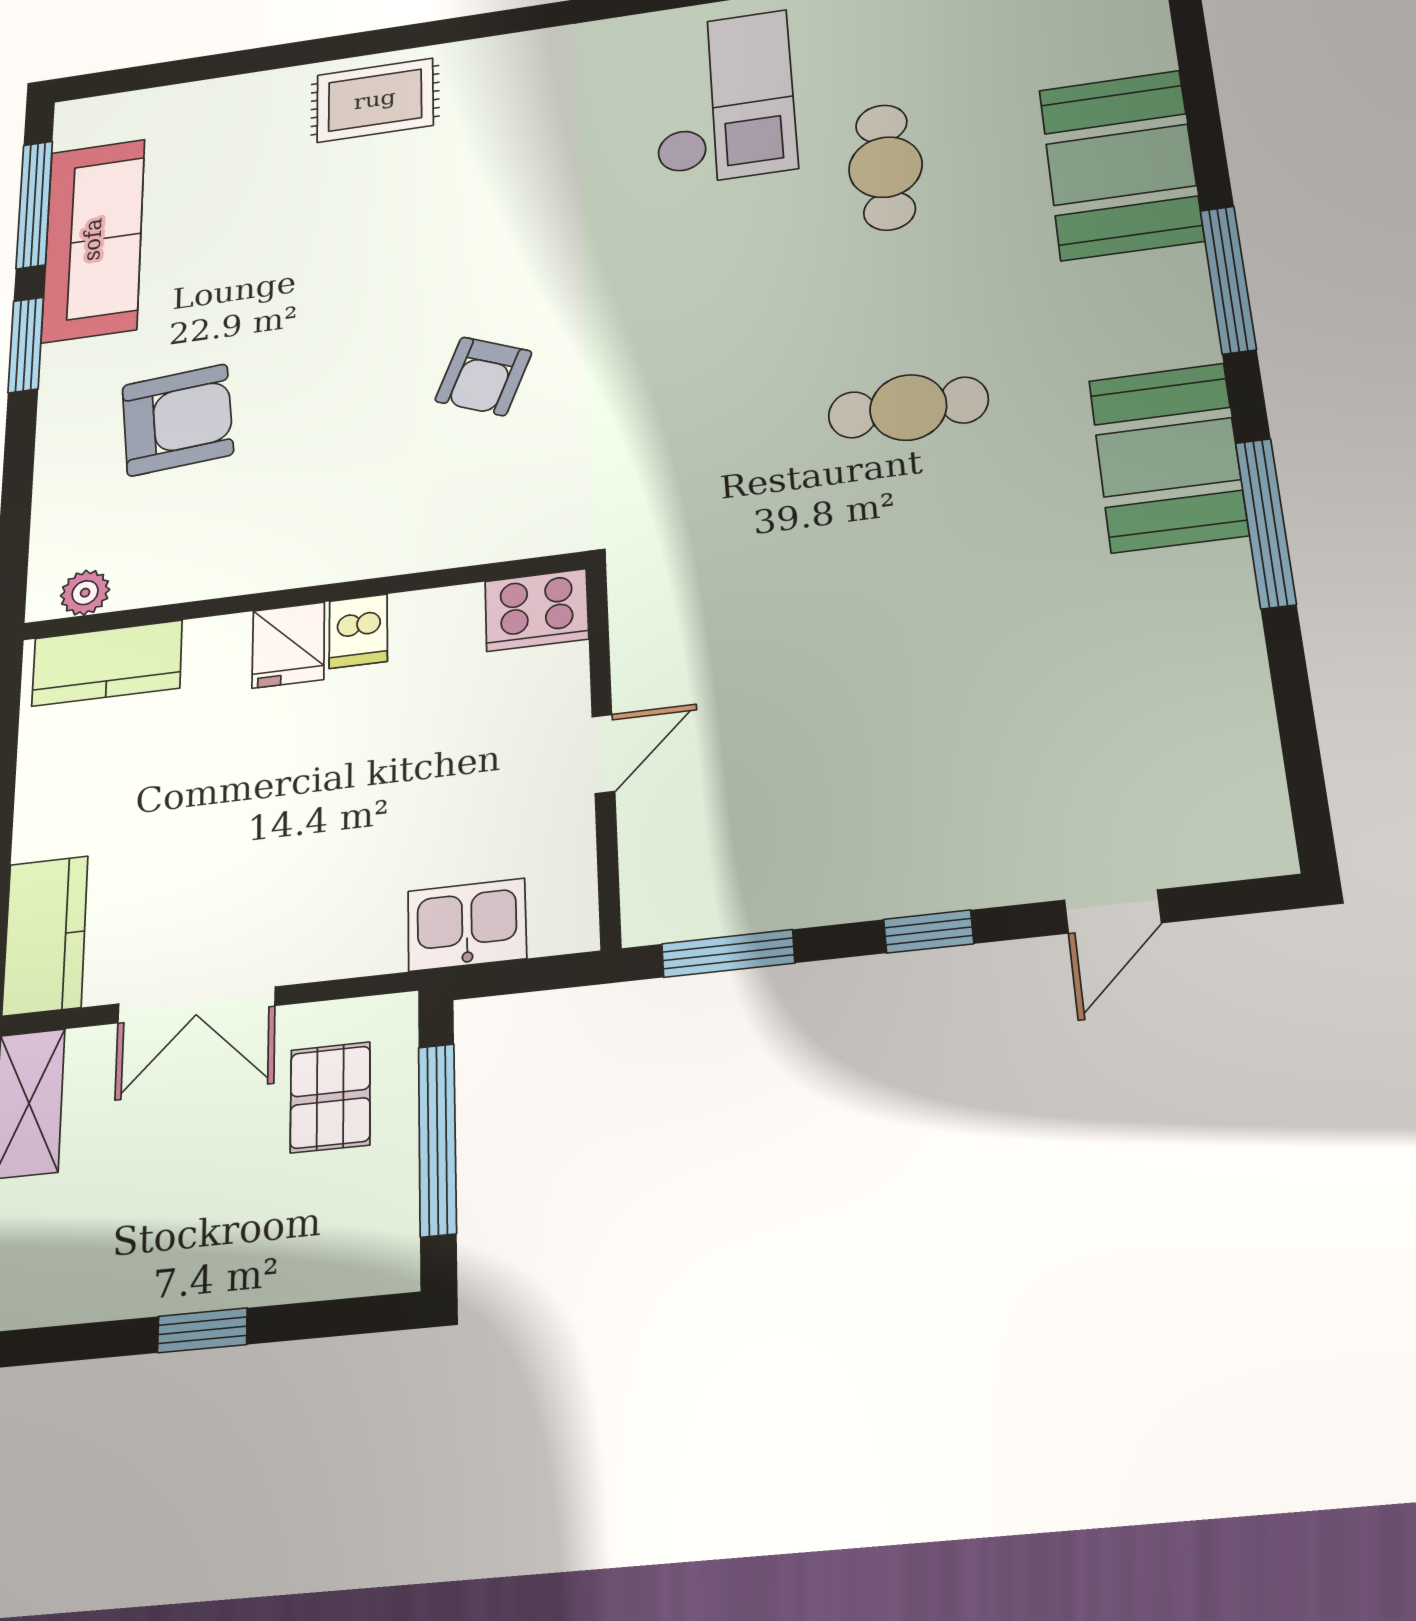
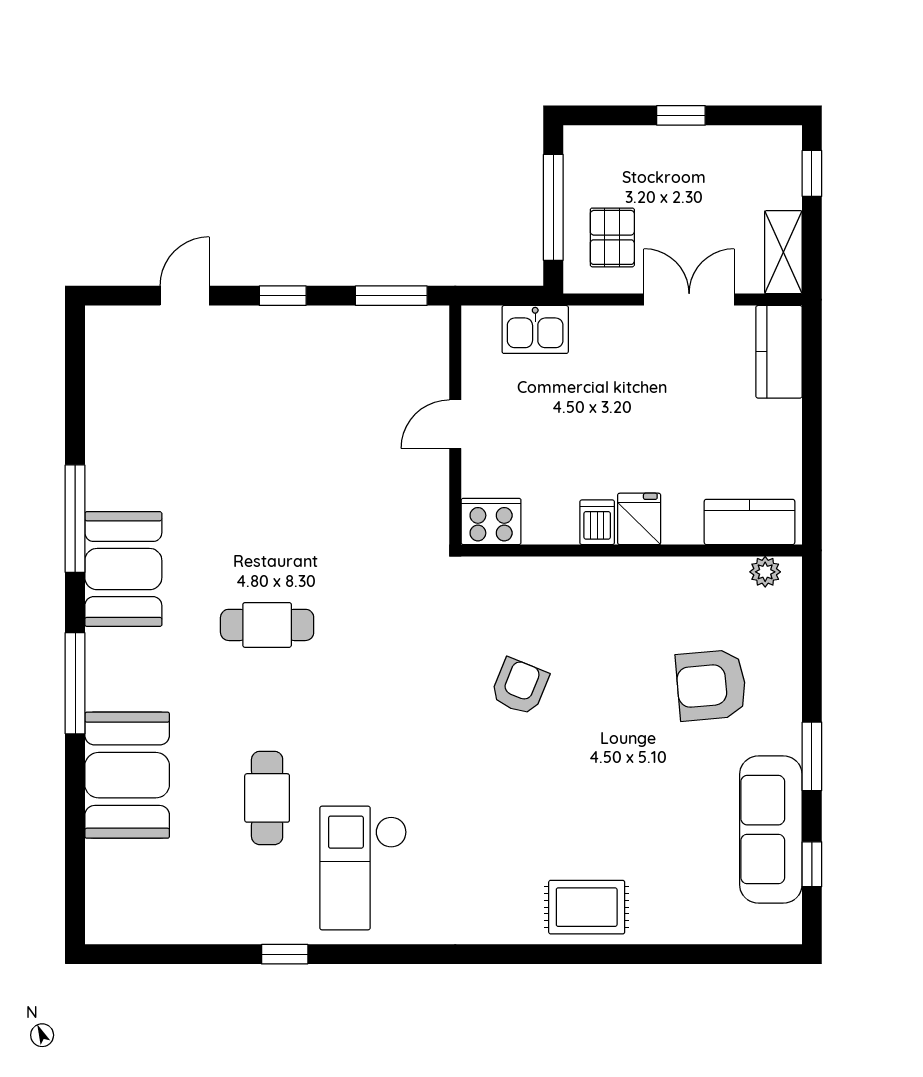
window: (34, 205) -> (812, 864), width x0.46

